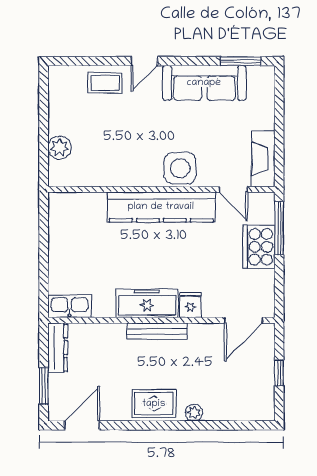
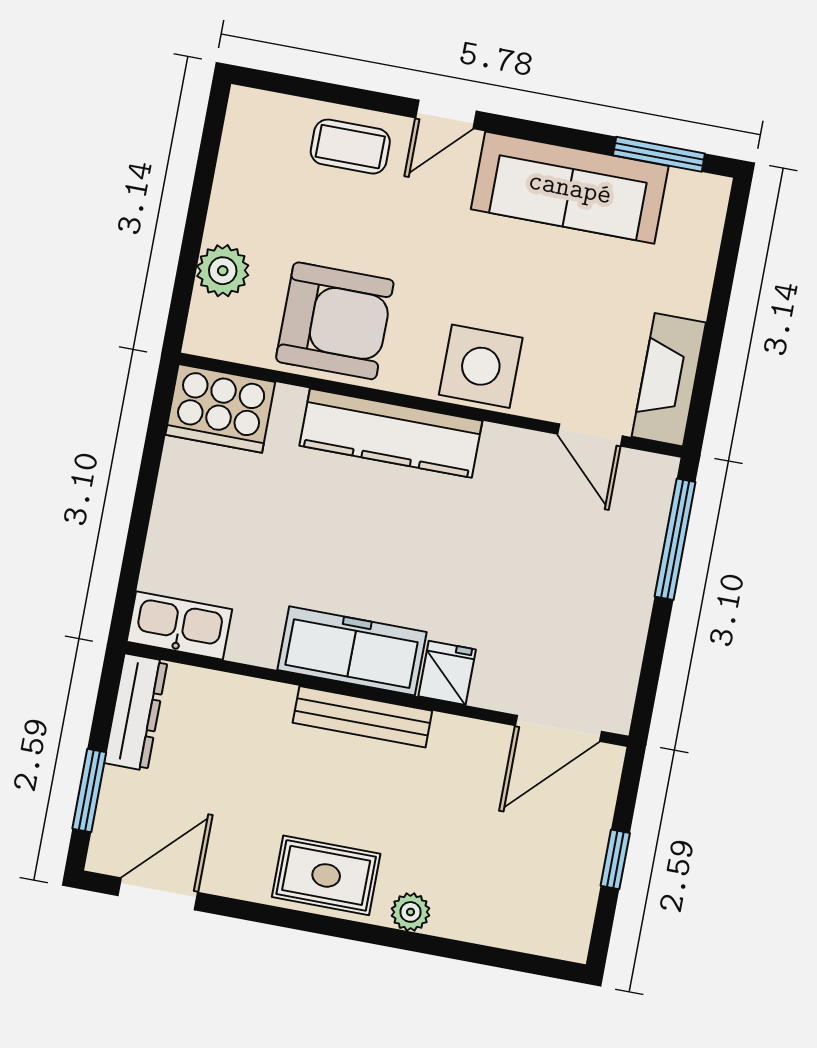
armchair: (113, 160) -> (335, 321), added
kitchen counter: (161, 207) -> (391, 433), width x0.72, depth x0.86
cooker: (259, 247) -> (220, 408), moved, turned -90

